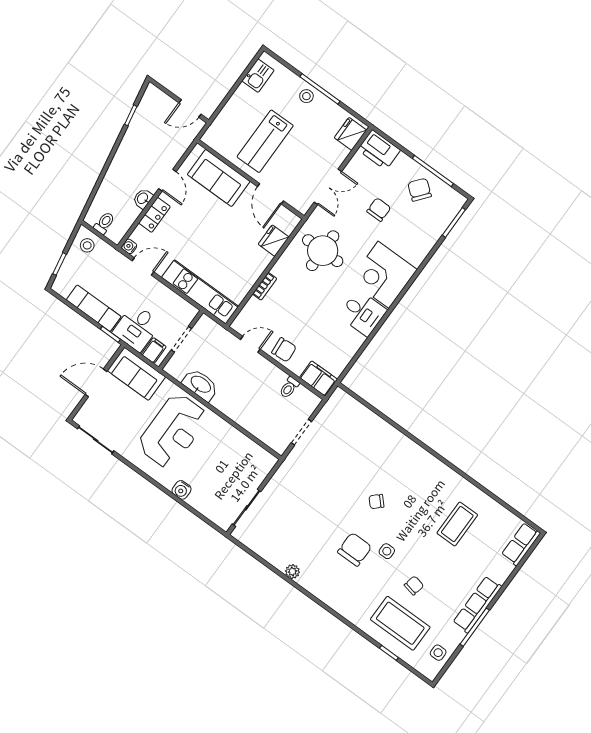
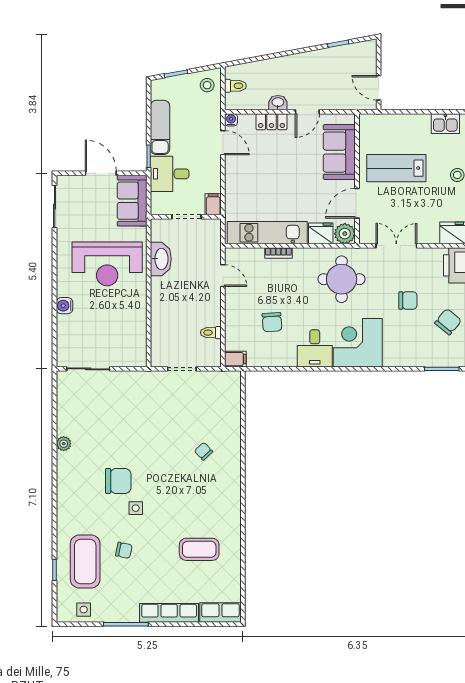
double door: (328, 187) -> (396, 246), swing flipped
plant: (288, 221) -> (345, 234), added
kitchen unit: (200, 292) -> (267, 233), moved, turned -90
filing cabinet: (154, 350) -> (213, 204), moved, turned -90
chair: (284, 350) -> (272, 322), moved
filing cabinet: (318, 379) -> (235, 359), width x0.50
chair: (376, 501) -> (204, 451), moved
row of seats: (477, 605) -> (169, 613), moved

